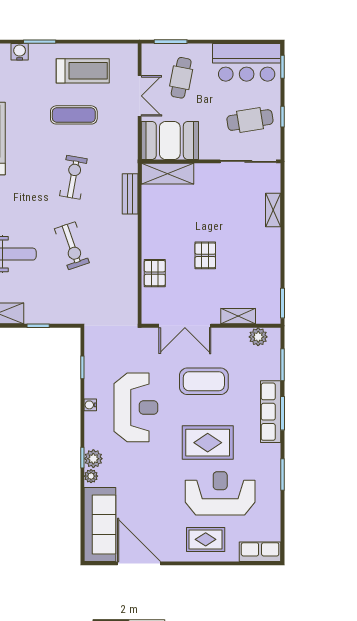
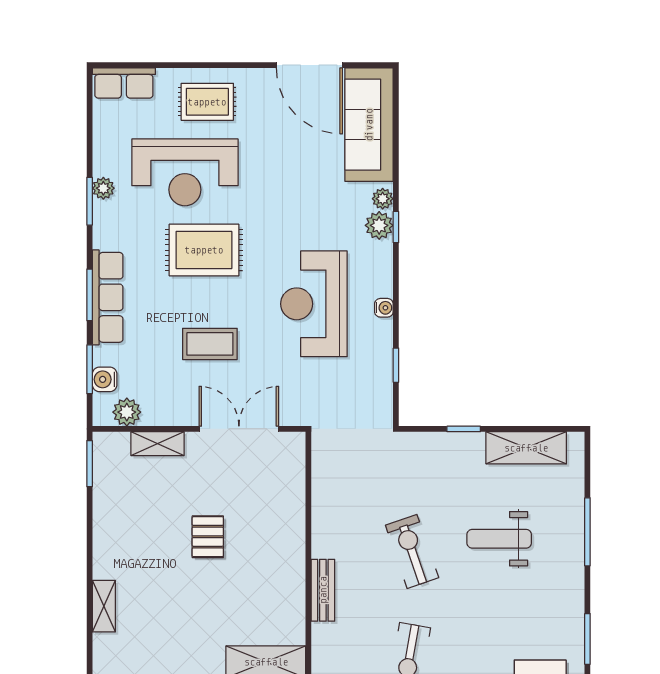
bench: (130, 194) -> (323, 590), moved
pallet: (155, 273) -> (285, 510), removed
water cooler: (273, 358) -> (105, 379), added
coffee table: (204, 381) -> (210, 344), width x0.73, depth x0.76
plant: (273, 483) -> (103, 188), added

